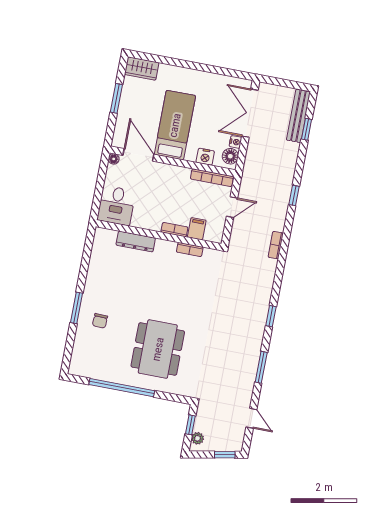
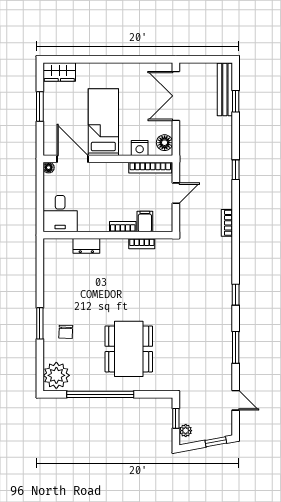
nightstand: (235, 142) -> (167, 127), removed
dresser: (136, 242) -> (86, 246), width x0.70
plant: (83, 361) -> (56, 375), added

